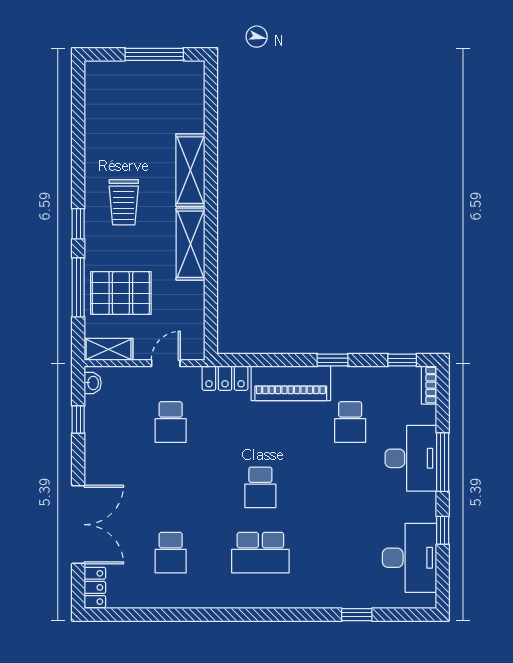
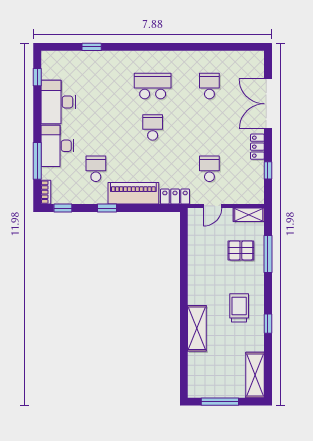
window: (78, 224) -> (268, 324), moved
shelving: (191, 244) -> (255, 375), moved
pallet: (121, 293) -> (241, 250), width x0.67, depth x0.71
washbasin: (93, 383) -> (259, 193), removed
window: (443, 462) -> (37, 161), moved
window: (443, 530) -> (37, 77), moved
desk: (410, 558) -> (58, 102), moved
locker: (95, 587) -> (257, 147), moved

